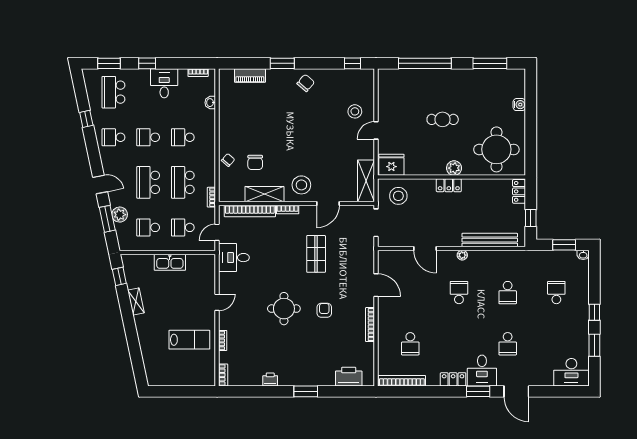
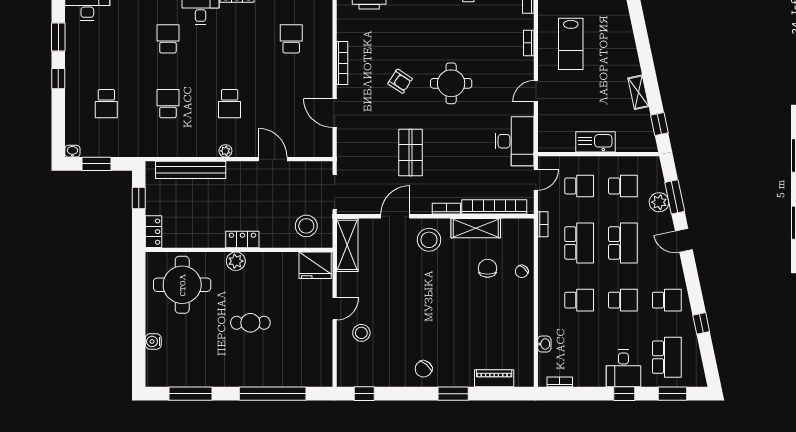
desk: (164, 83) -> (623, 368), moved
desk: (234, 258) -> (514, 141), width x1.37
armchair: (324, 310) -> (400, 81), turned -57
lab bench: (189, 340) -> (571, 44), turned -90

